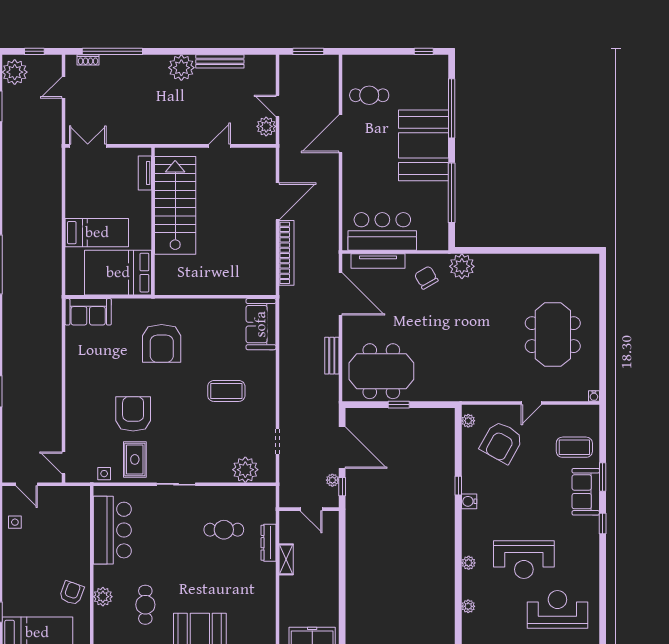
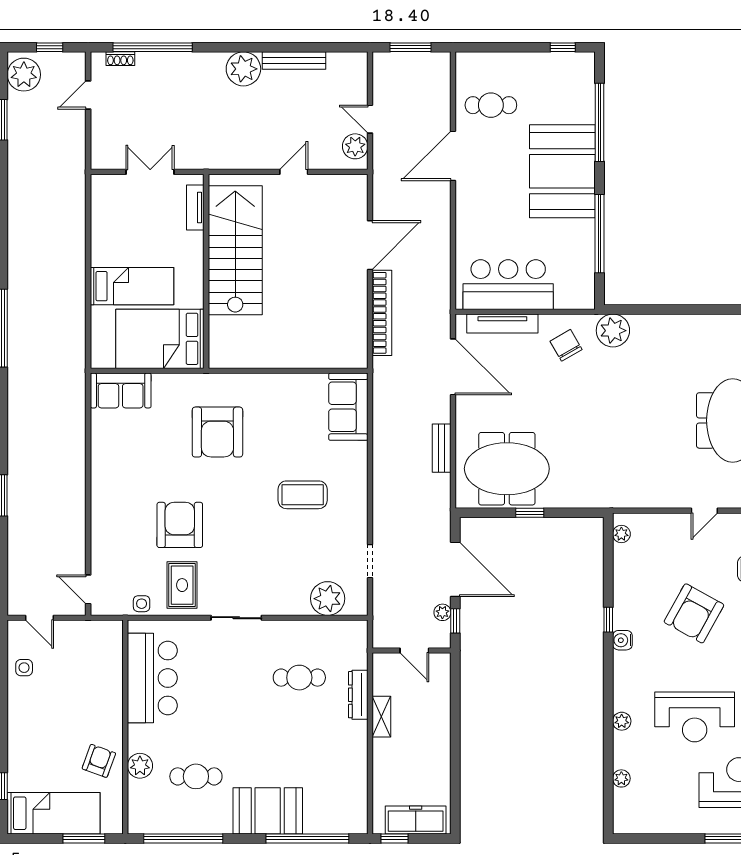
double door: (88, 146) -> (150, 172), moved
armchair: (502, 442) -> (694, 613), moved
cafe table: (145, 605) -> (196, 776), turned 90

